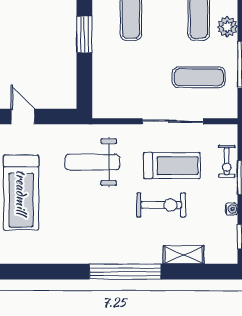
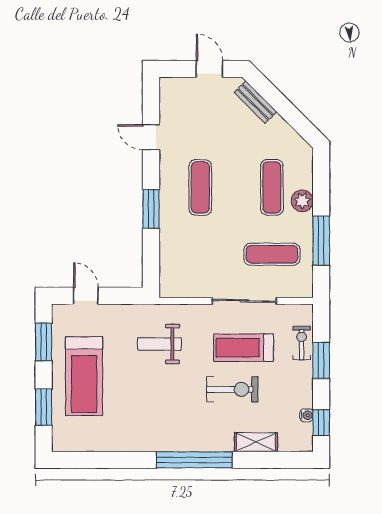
exercise bike: (227, 161) -> (302, 343), turned 180
weight bench: (92, 162) -> (159, 344), width x0.73, depth x0.75
treadmill: (172, 166) -> (244, 348), turned 180
water cooler: (231, 209) -> (307, 415), moved

